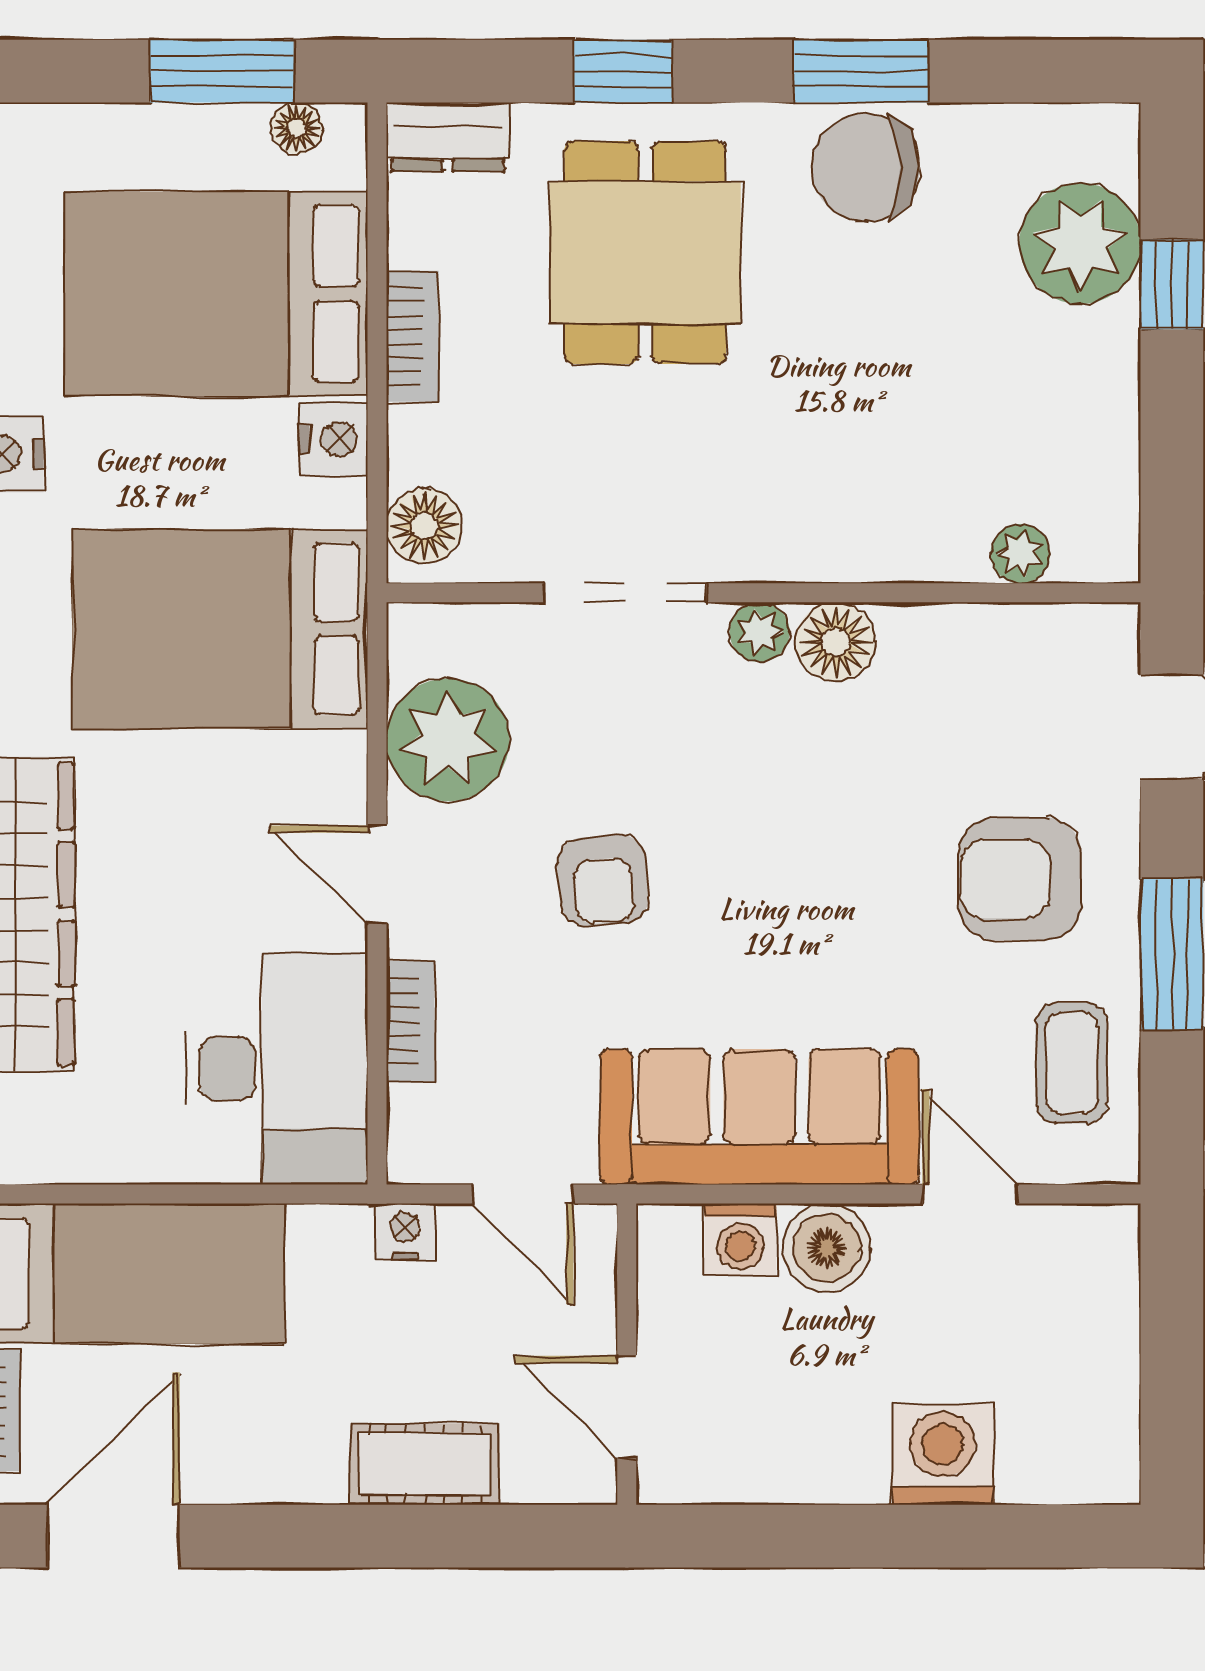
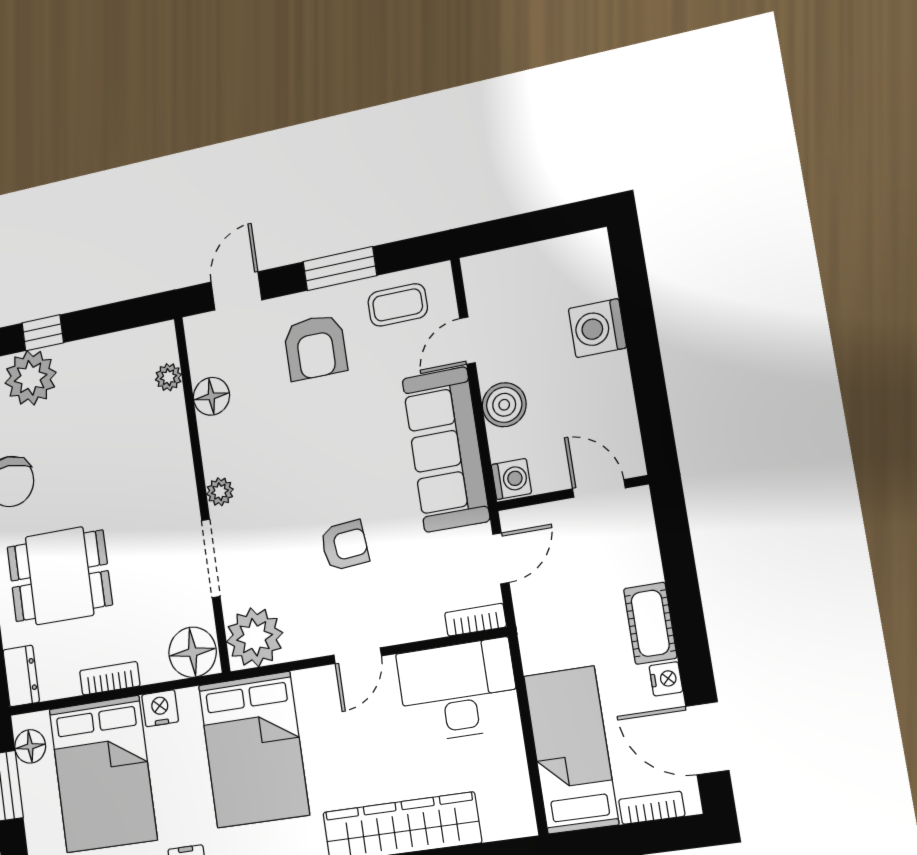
floor lamp: (297, 128) -> (30, 746), width x1.37, depth x1.37
floor lamp: (424, 526) -> (193, 652), width x1.38, depth x1.38
floor lamp: (836, 642) -> (211, 396), moved
plant: (448, 740) -> (255, 637), moved
bookcase: (410, 1021) -> (475, 620), moved
nightstand: (405, 1232) -> (666, 679), moved, turned 180
washing machine: (740, 1239) -> (511, 479), moved
door: (627, 1407) -> (599, 488), swing flipped
cot: (425, 1464) -> (650, 623), moved

